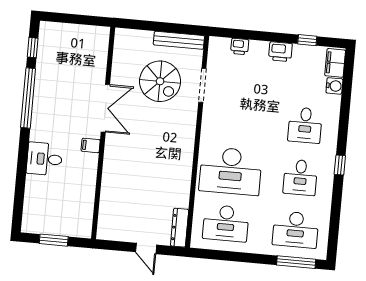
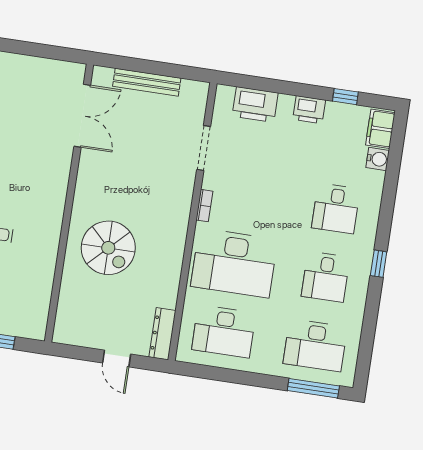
bench: (179, 40) -> (147, 82), moved
printer: (240, 46) -> (255, 104), width x1.87, depth x1.48
spiral stairs: (160, 81) -> (108, 248), moved
double door: (105, 108) -> (82, 116), moved
bookcase: (206, 129) -> (204, 206), added
filing cabinet: (91, 145) -> (52, 218), removed

